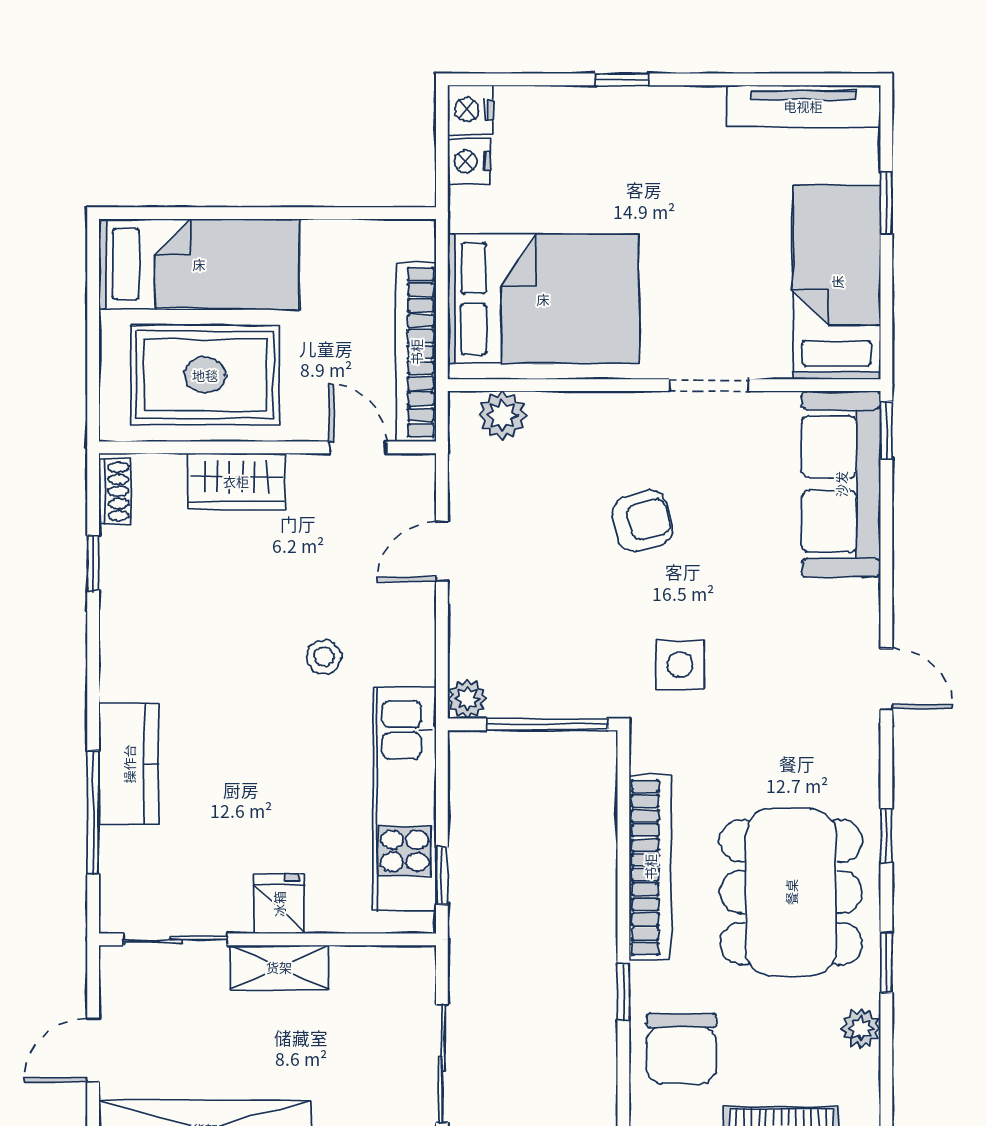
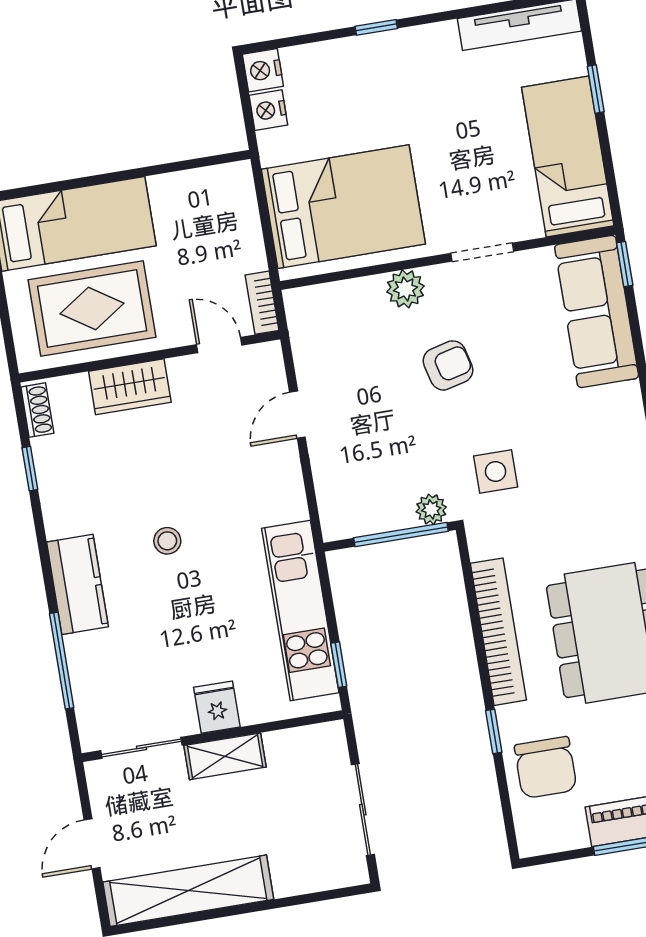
bookcase: (416, 352) -> (262, 303), width x0.43, depth x0.76
plant: (502, 415) -> (405, 289), moved
stool: (324, 657) -> (167, 541), moved
plant: (467, 699) -> (431, 509), moved
kitchen counter: (129, 764) -> (77, 584), moved

